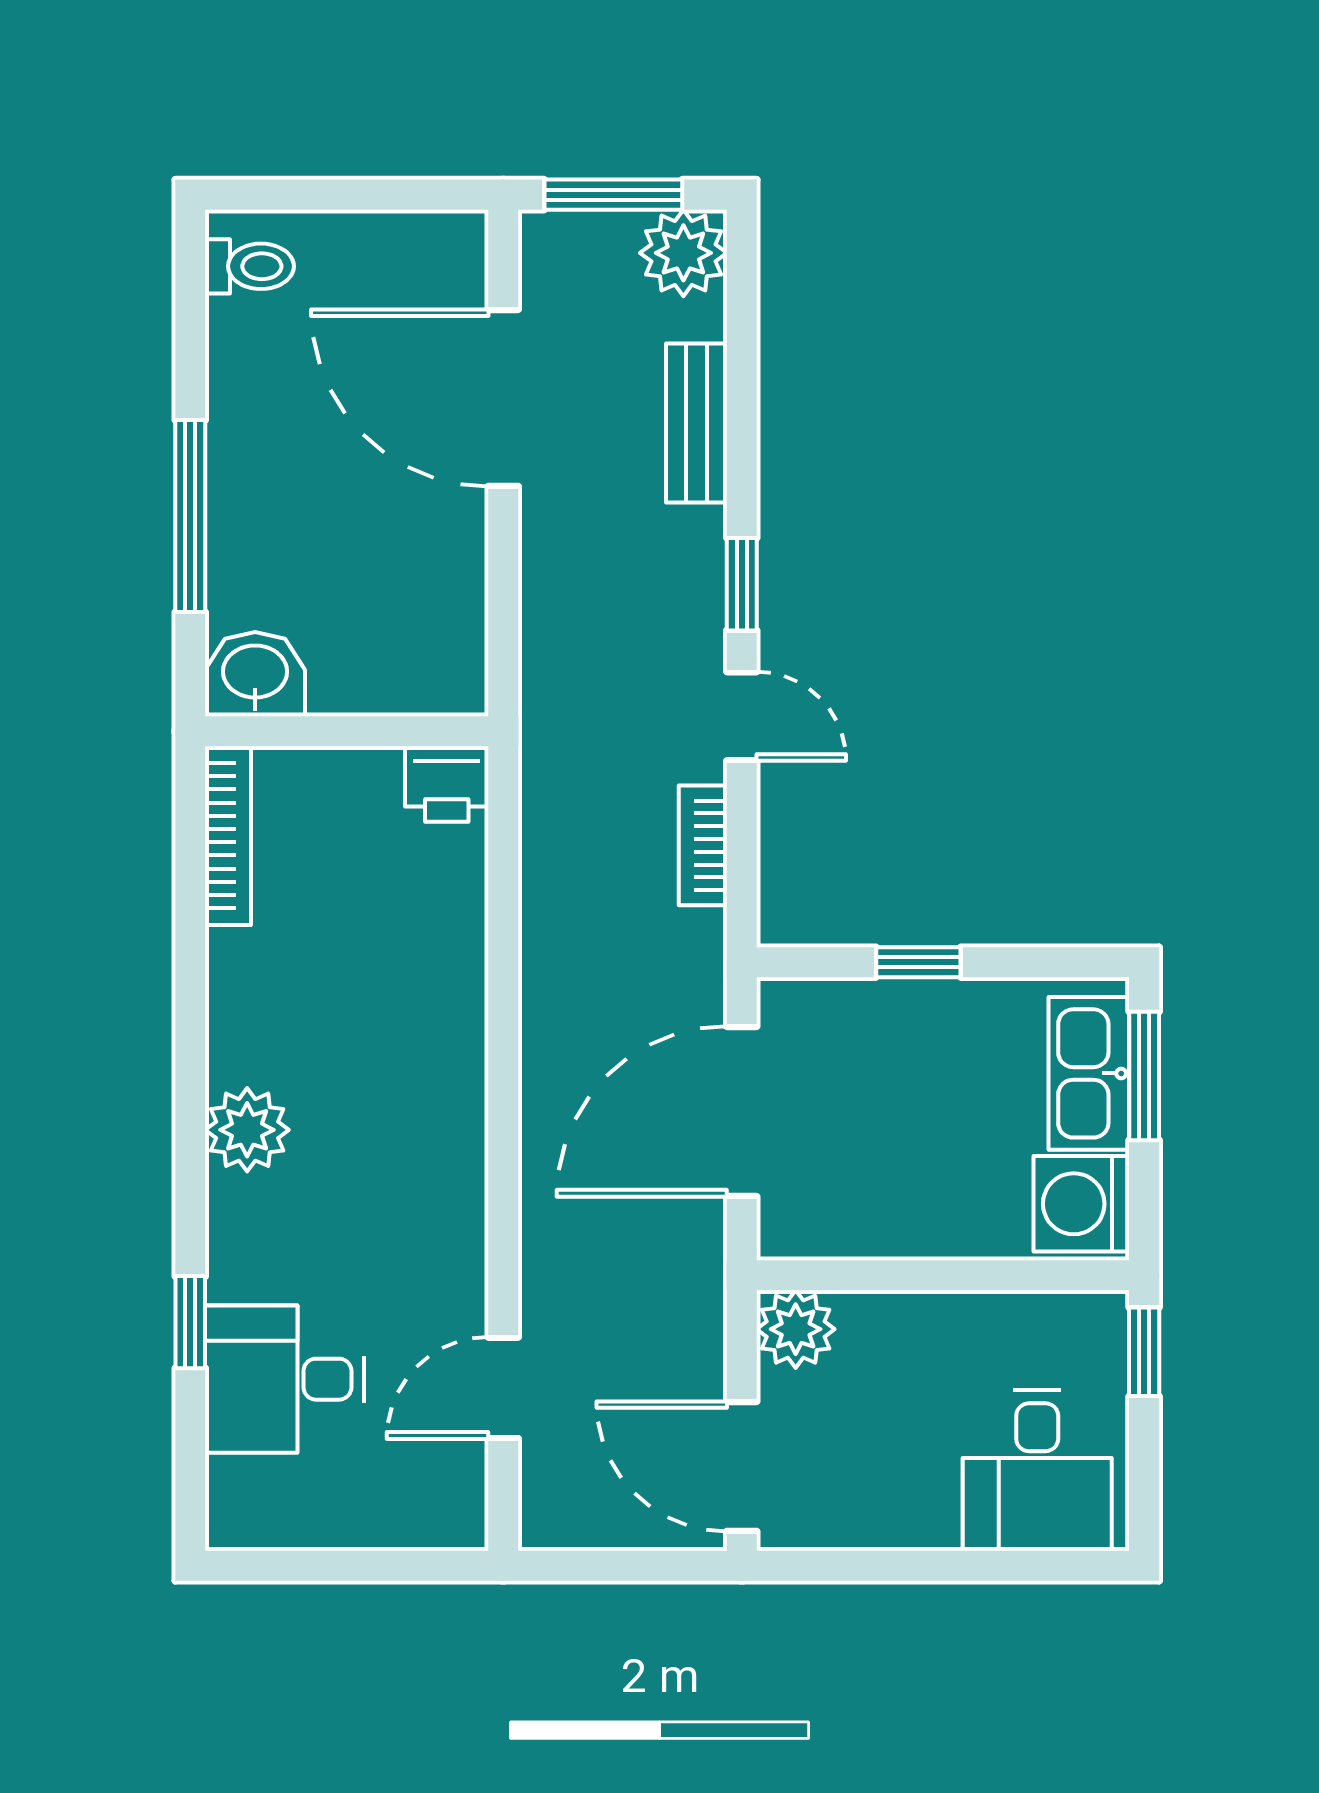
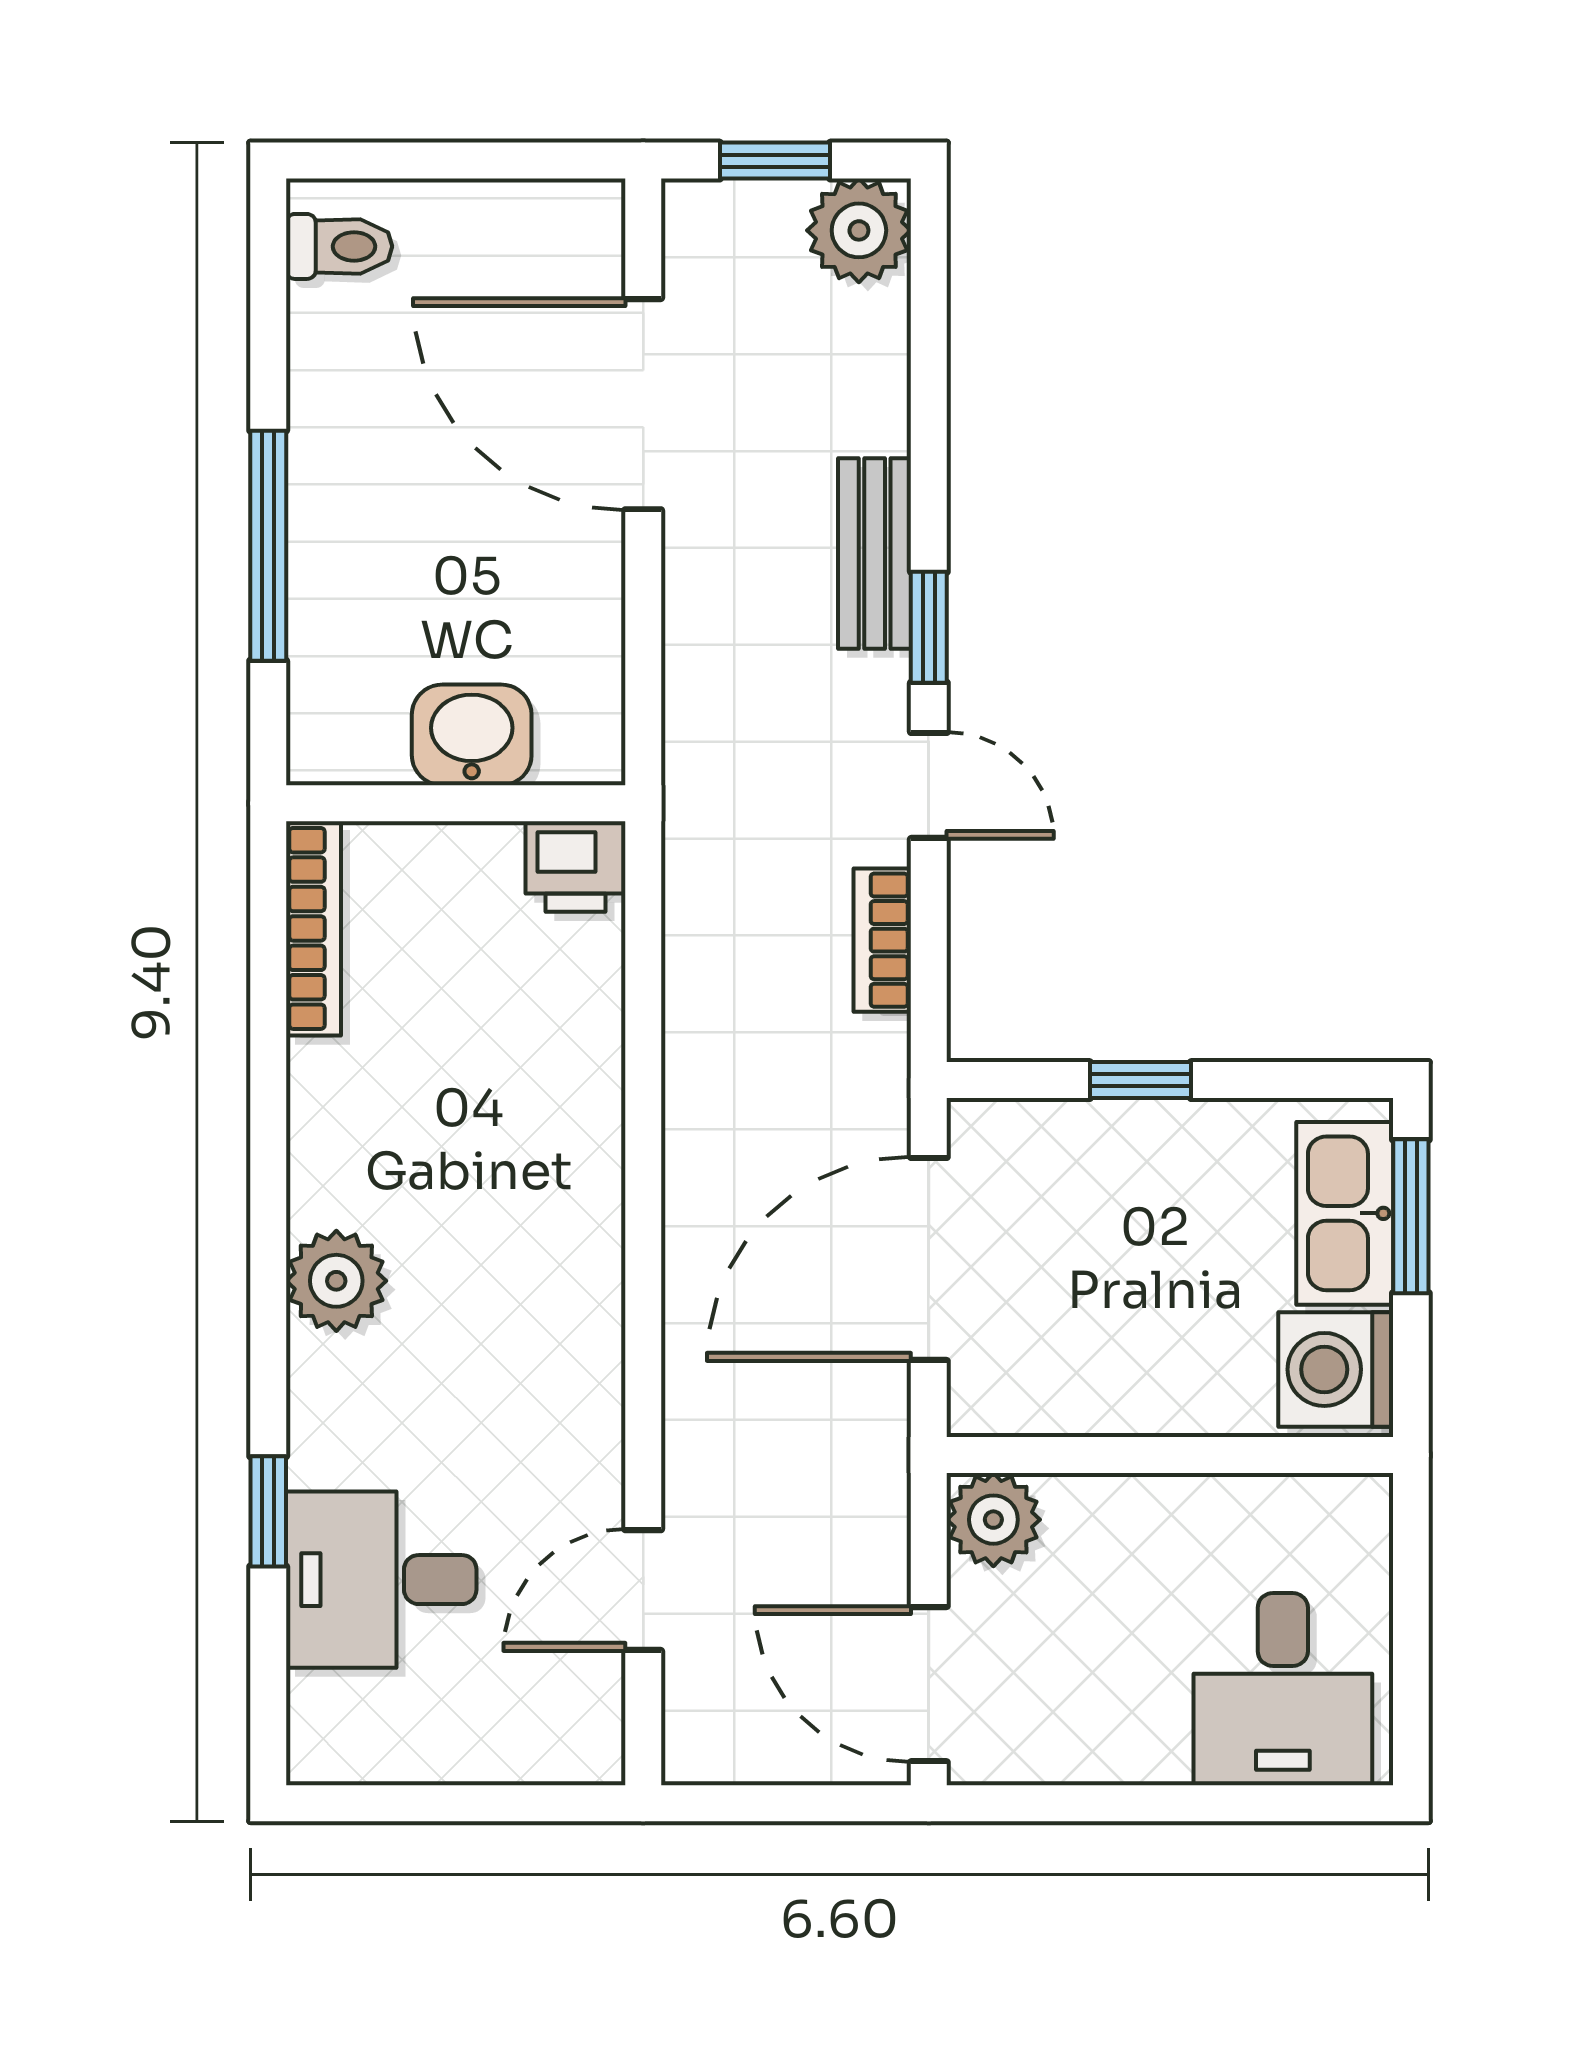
window: (613, 195) -> (775, 161), width x0.67
bench: (696, 423) -> (875, 553), moved
washbasin: (255, 674) -> (472, 735), moved
window: (1144, 1352) -> (1411, 1547), removed

